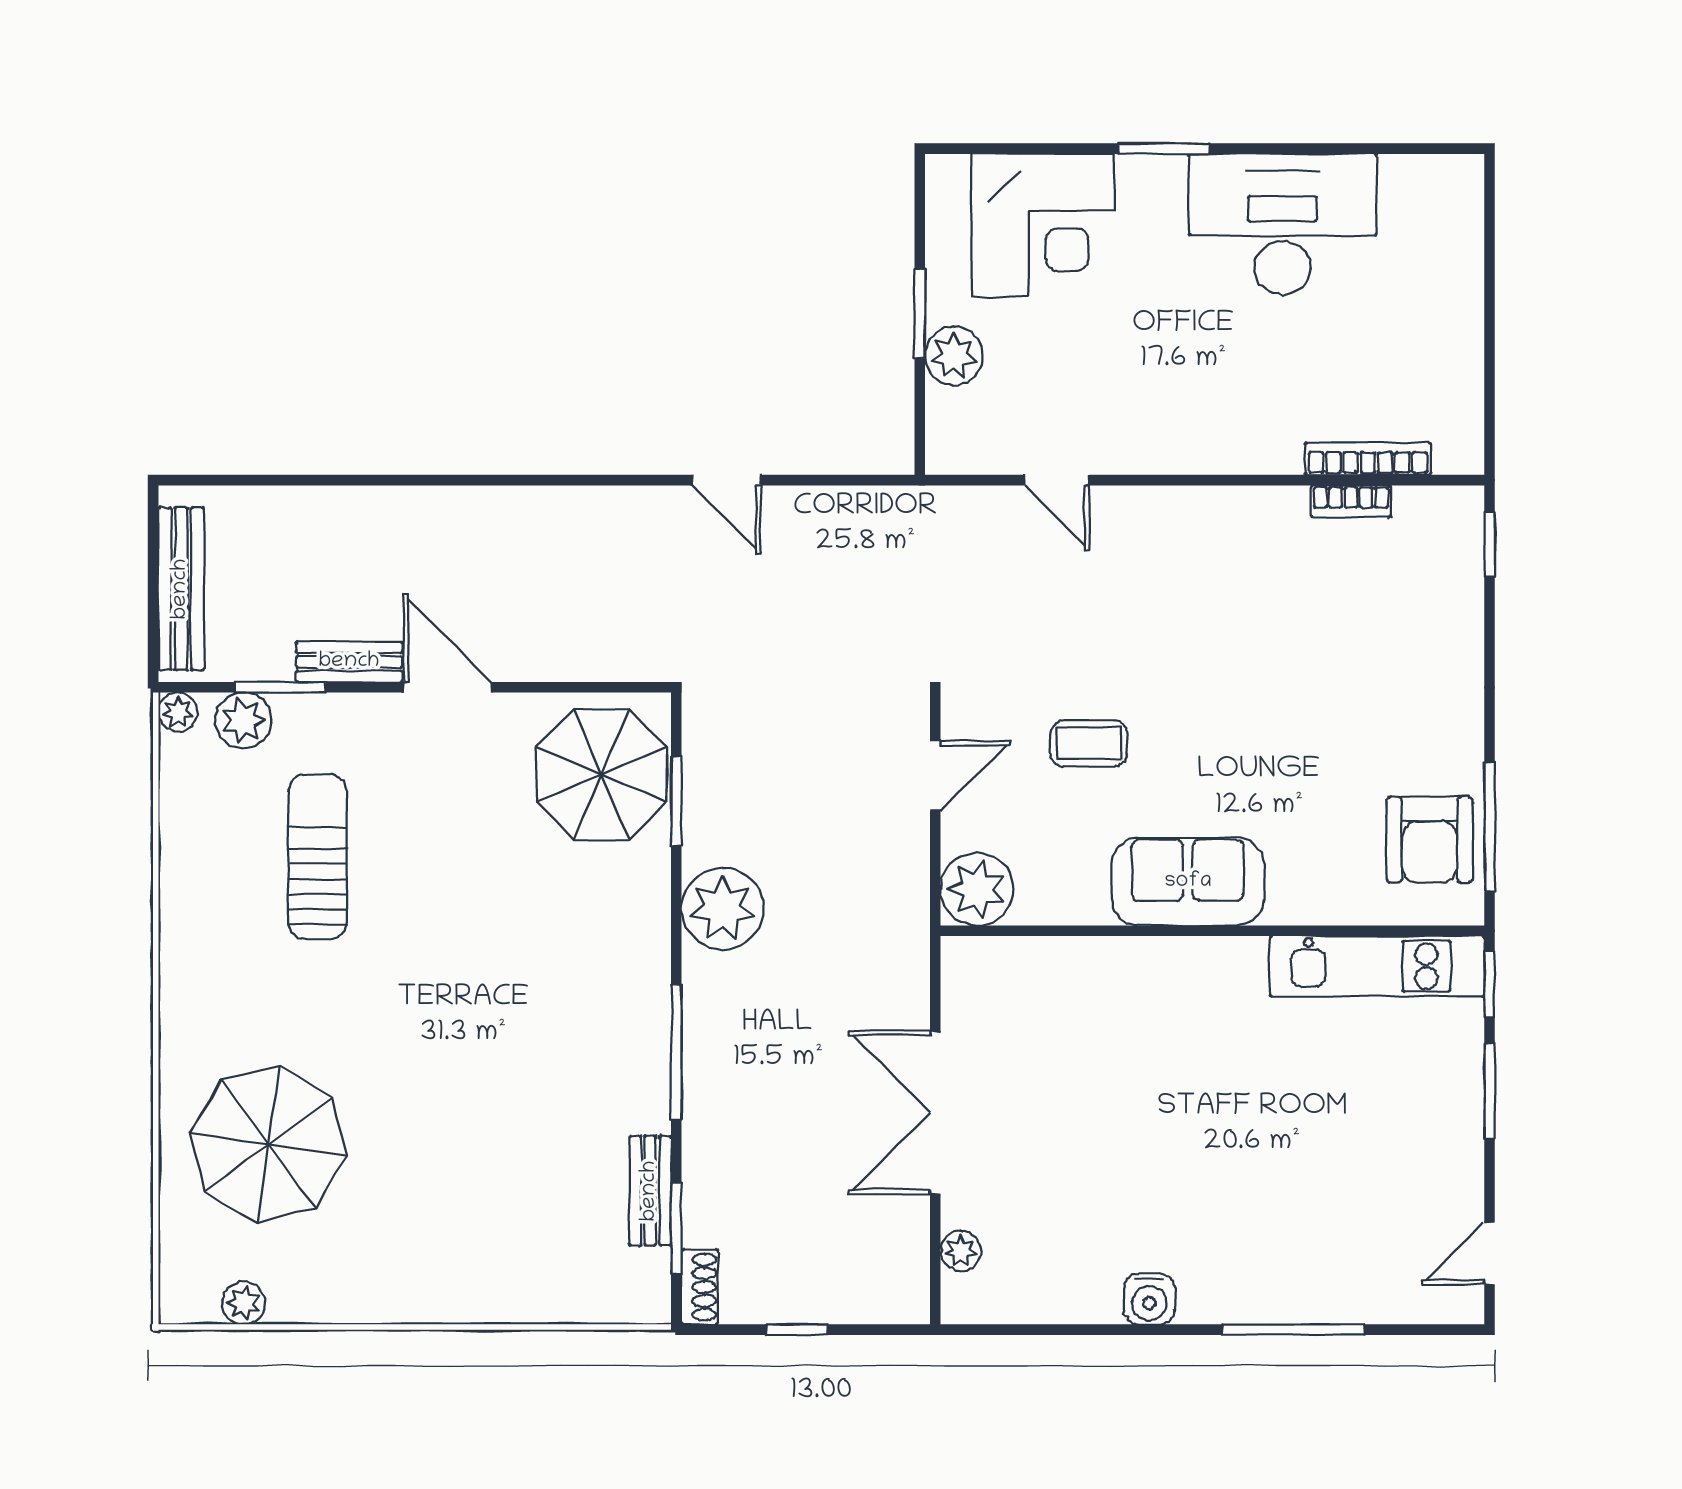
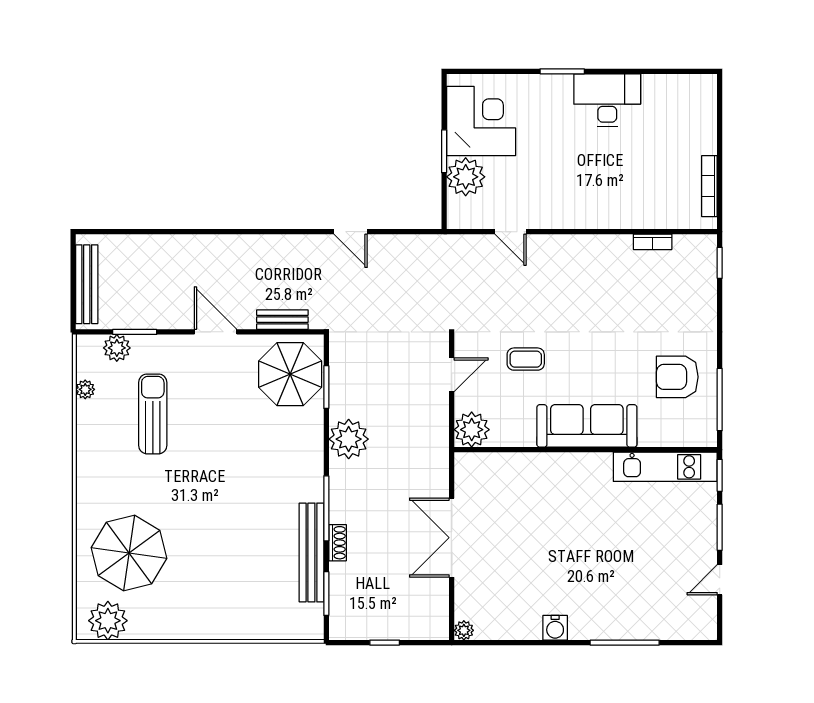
desk: (1282, 224) -> (607, 100), width x0.73, depth x0.77
corner desk: (1043, 225) -> (481, 121), moved, turned -90
plant: (954, 356) -> (466, 177), width x1.36, depth x1.36
bookcase: (1368, 459) -> (709, 186), moved, turned -90
bench: (349, 662) -> (282, 320), moved
plant: (178, 712) -> (85, 389), moved
armchair: (1430, 840) -> (677, 377), moved, turned 90
sofa: (1188, 882) -> (587, 426), width x1.36
bench: (650, 1191) -> (311, 553), width x1.86, depth x1.21
plant: (961, 1251) -> (464, 630), moved
door: (1490, 1254) -> (720, 580), moved
shoe rack: (700, 1287) -> (338, 543), moved
plant: (244, 1303) -> (108, 621), width x1.88, depth x1.88

